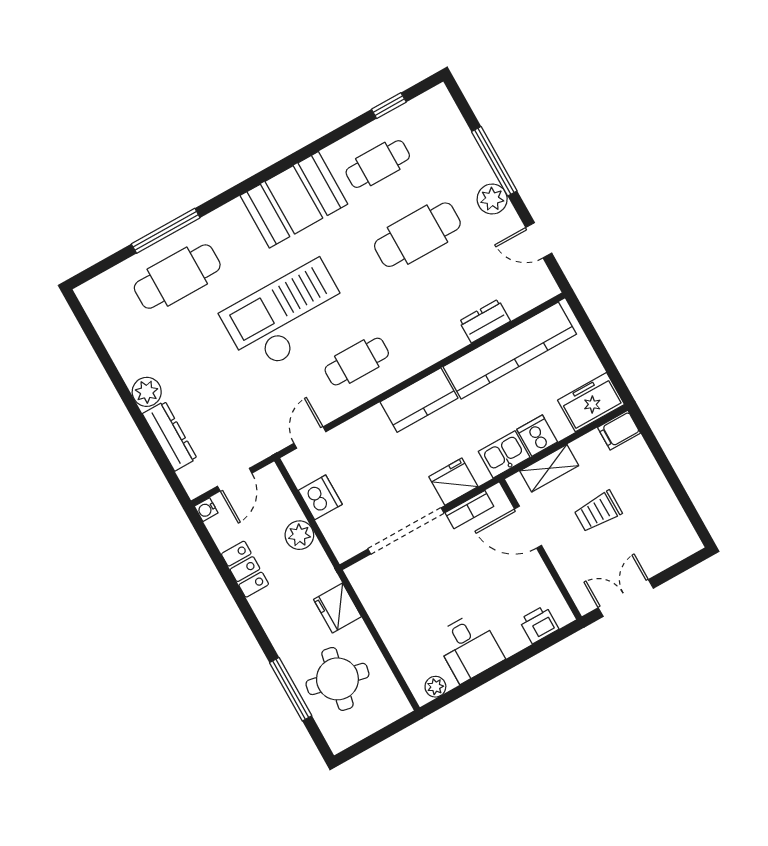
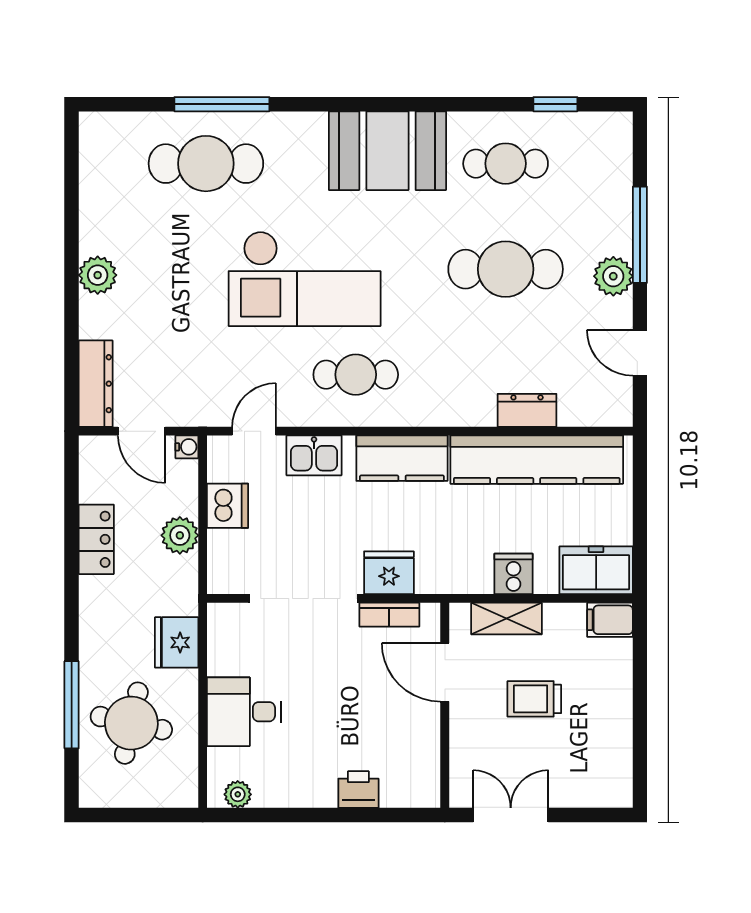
checkout: (287, 317) -> (305, 279), turned 180
dresser: (170, 436) -> (96, 384), moved
kitchen sink: (504, 454) -> (314, 455), moved, turned 180
door: (235, 480) -> (142, 431), hinge flipped
water cooler: (206, 510) -> (187, 447), moved, turned 180
printer: (539, 624) -> (358, 790), moved
desk: (469, 647) -> (244, 712), moved, turned 90

